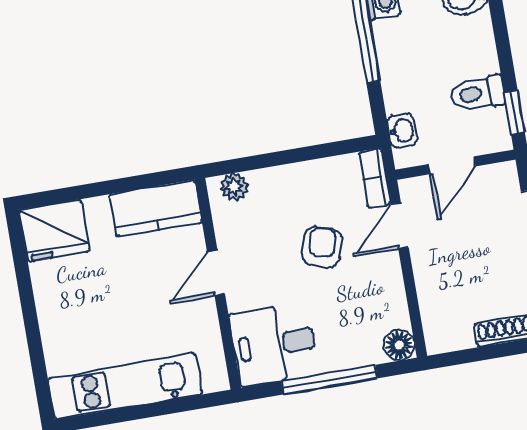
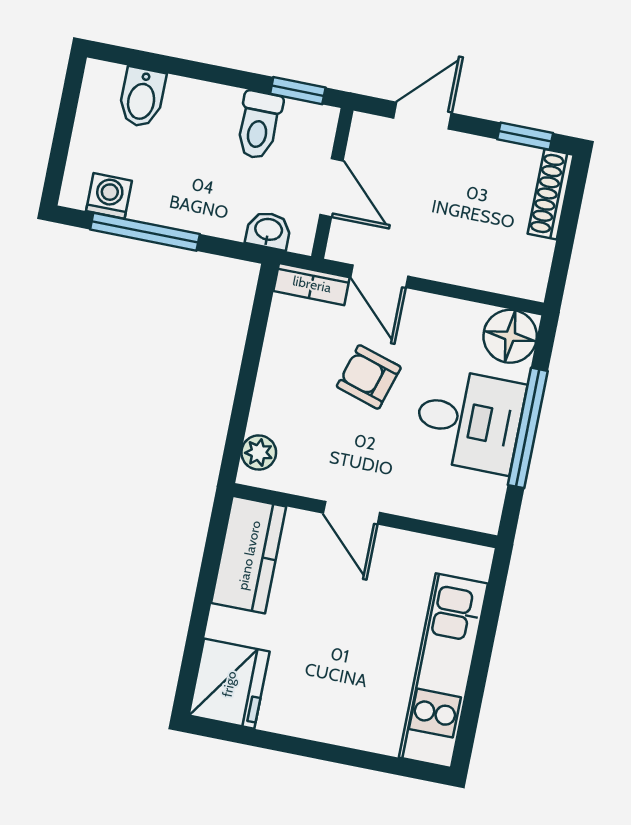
desk: (274, 344) -> (469, 421), moved, turned -90
floor lamp: (399, 345) -> (510, 336), width x1.38, depth x1.38

